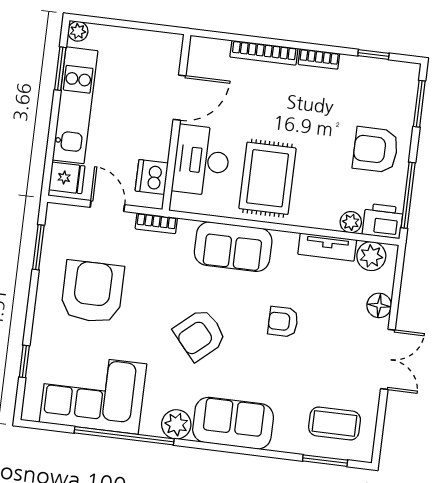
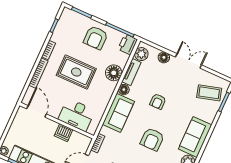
door: (180, 98) -> (37, 111), moved
dishwasher: (152, 177) -> (64, 133), moved
rug: (267, 178) -> (76, 72), moved
floor lamp: (314, 211) -> (114, 73), added
plant: (351, 222) -> (124, 58), removed
floor lamp: (285, 243) -> (124, 90), added
armchair: (200, 335) -> (152, 139), turned 41
coffee table: (335, 423) -> (209, 93), turned 74

